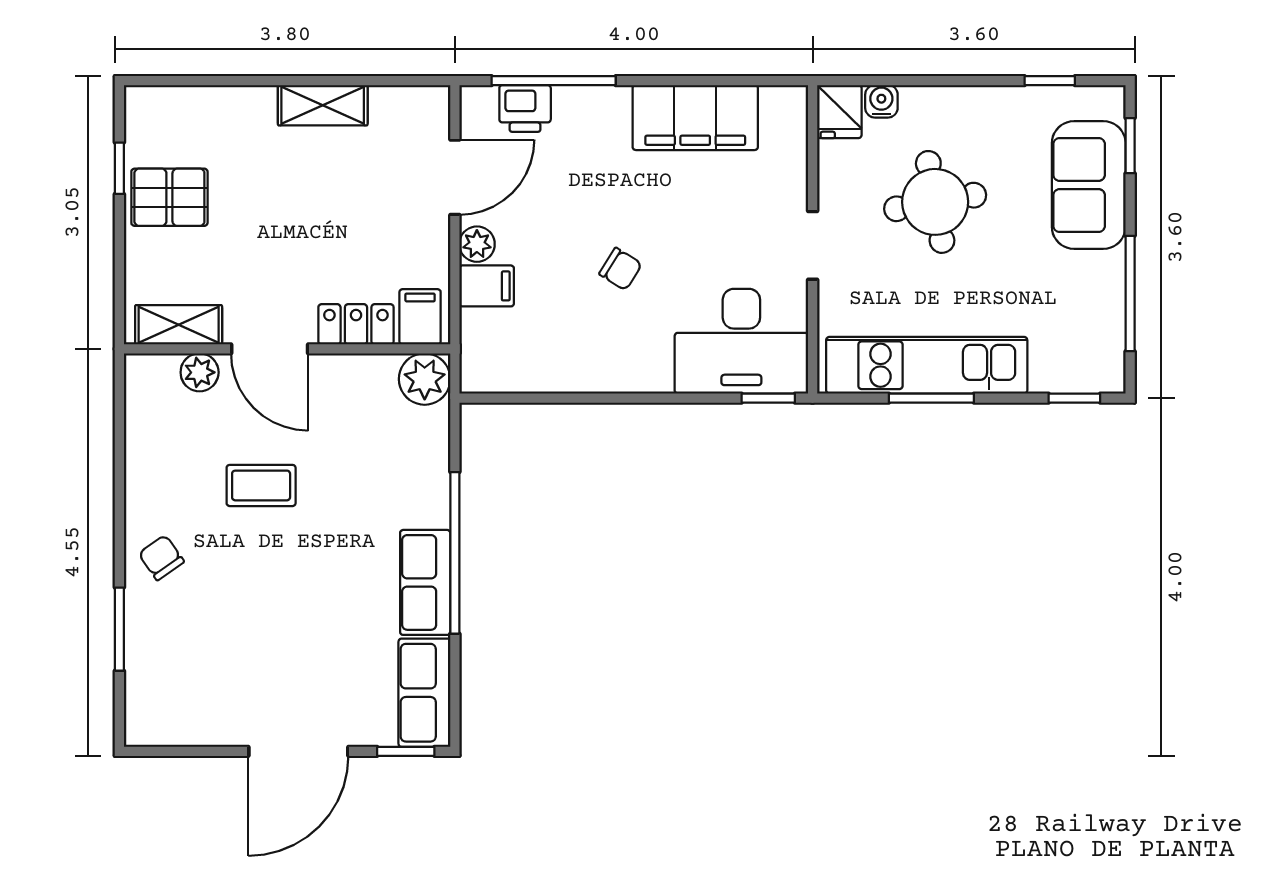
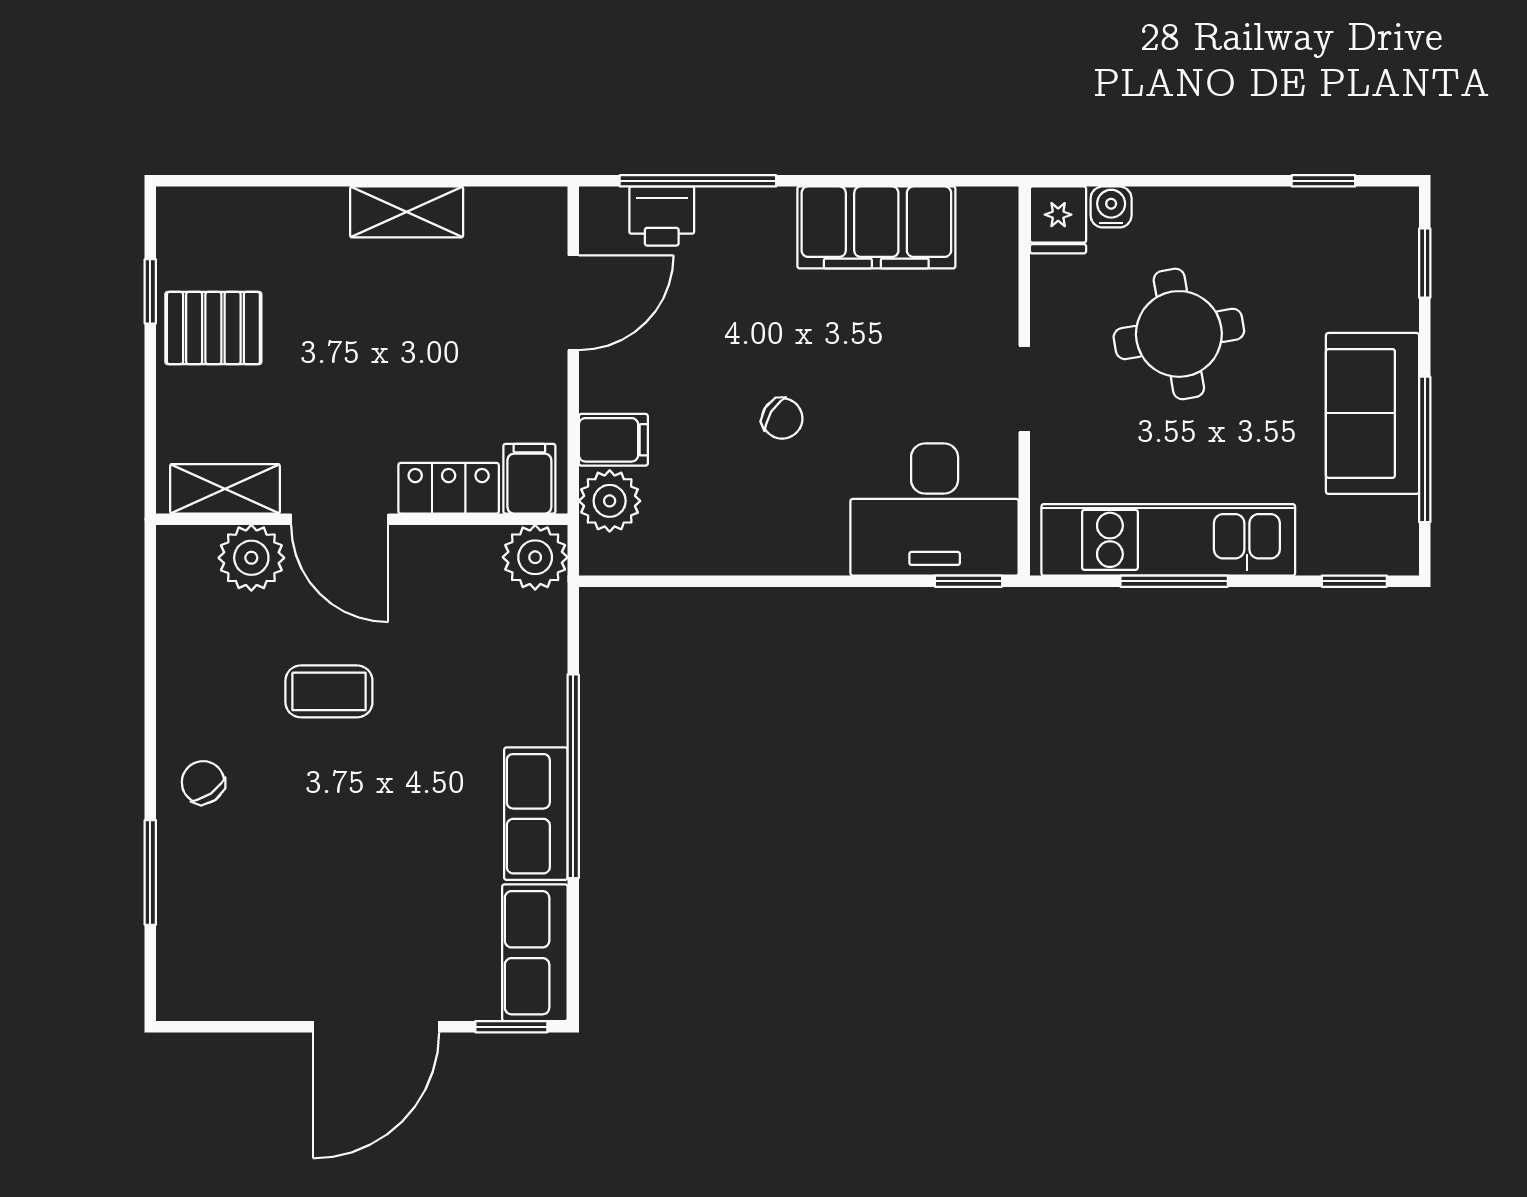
sofa: (1089, 185) -> (1373, 413), moved
plant: (477, 244) -> (610, 501), moved, width x1.38, depth x1.38
plant: (200, 372) -> (251, 558), width x1.38, depth x1.38

